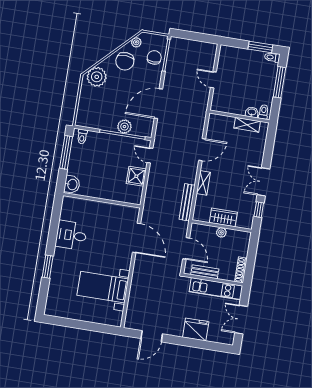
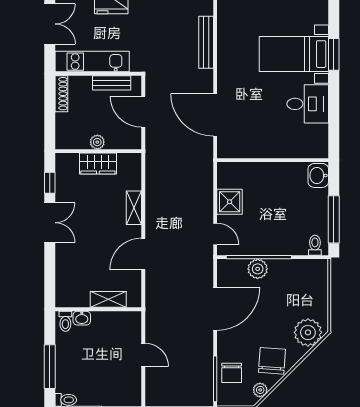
shelving: (247, 125) -> (108, 299), moved
bench: (187, 202) -> (206, 42), moved
bed with nightstands: (103, 287) -> (294, 54), moved, turned 180

